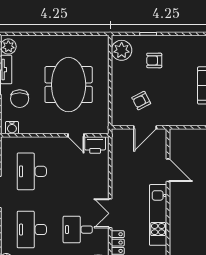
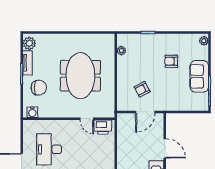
plant: (122, 50) -> (121, 51), width x0.53, depth x0.53
armchair: (154, 60) -> (171, 61), moved
chair: (20, 99) -> (39, 88), turned -90

